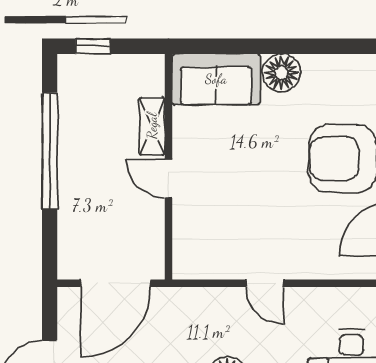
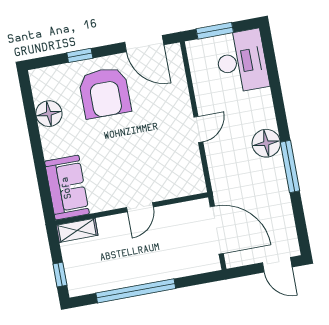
floor lamp: (281, 73) -> (49, 114), moved
shelving: (152, 126) -> (77, 230), moved

